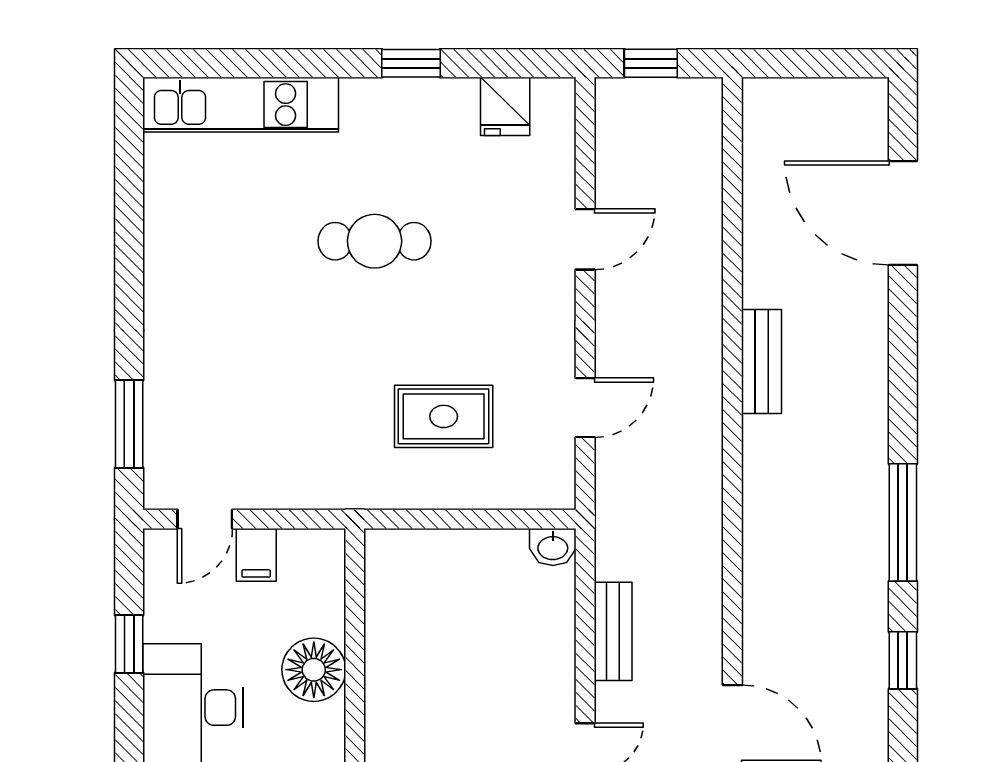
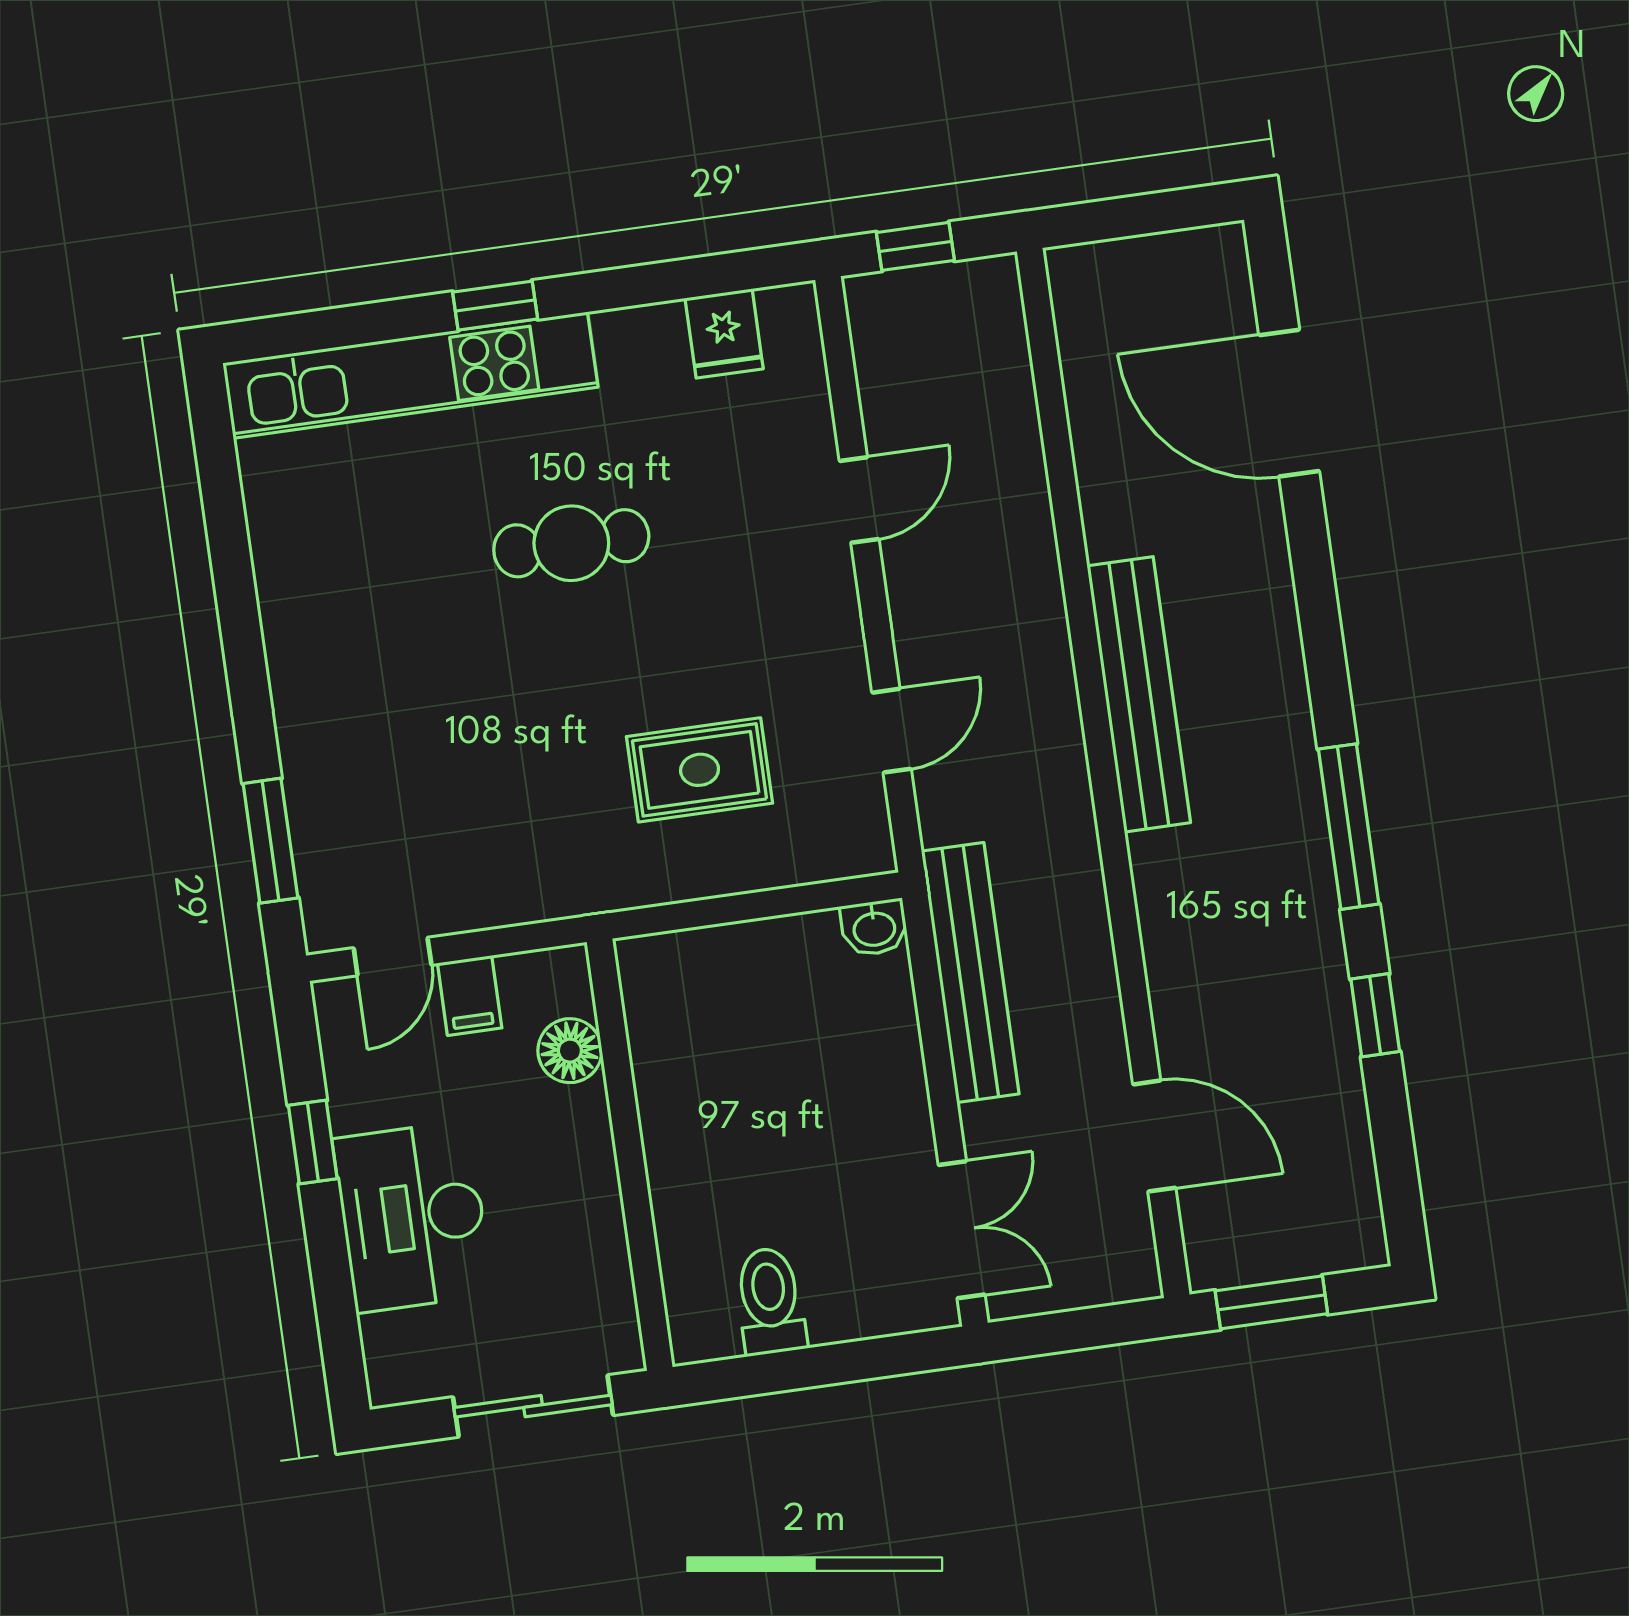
window: (411, 63) -> (495, 306), moved
kitchen unit: (241, 105) -> (410, 375), width x1.36
bench: (762, 361) -> (1139, 694), width x1.86, depth x1.21
bench: (613, 631) -> (970, 973), width x1.86, depth x1.21
floor lamp: (314, 670) -> (570, 1051), moved, width x0.73, depth x0.73

